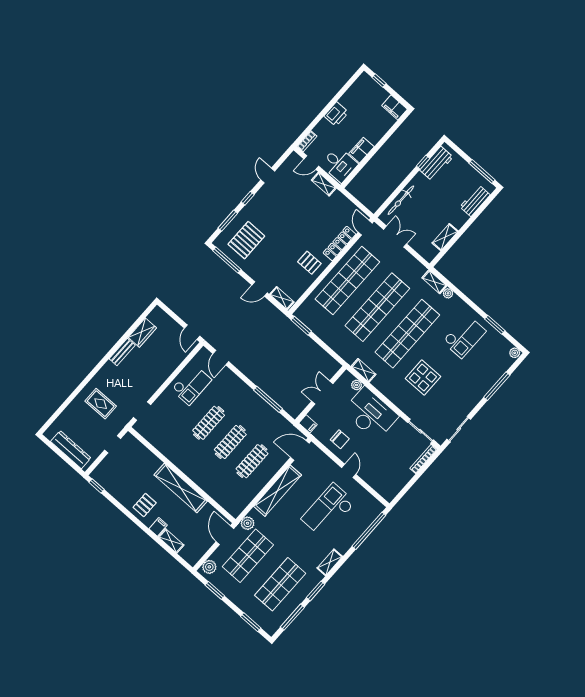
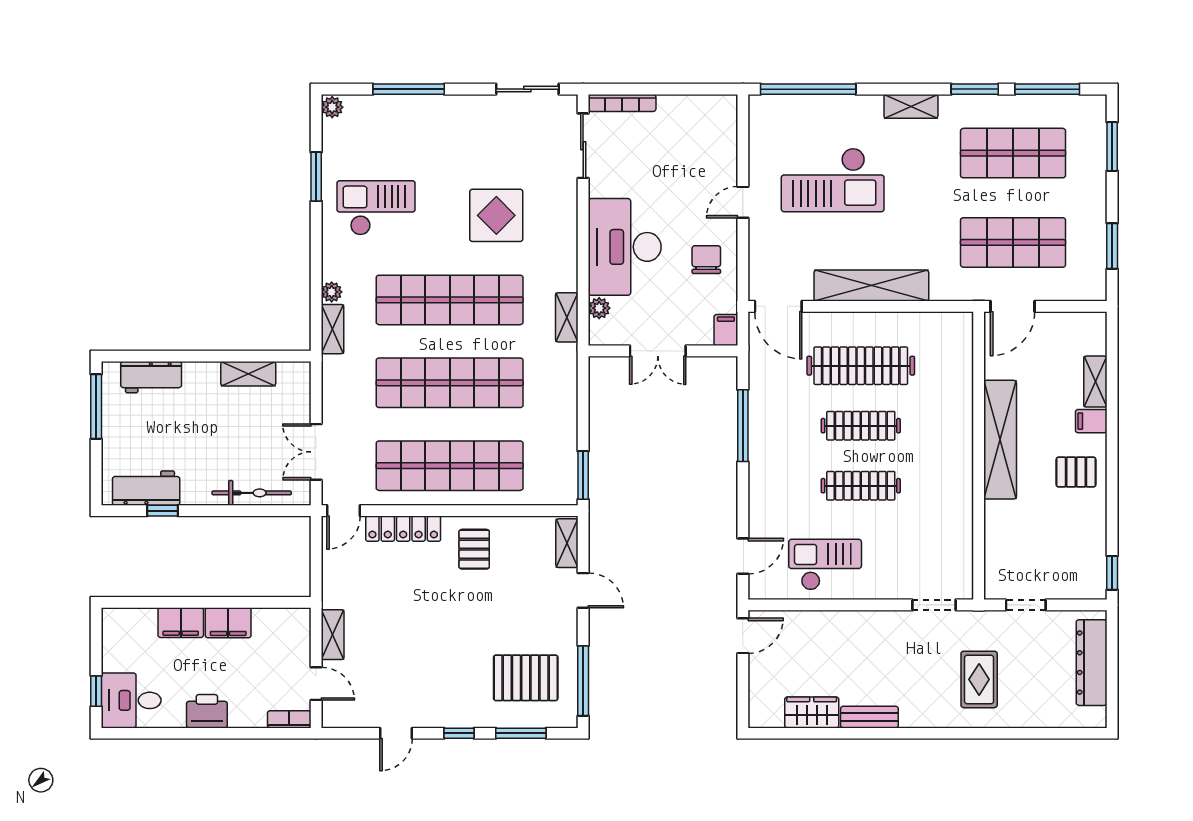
filing cabinet: (395, 107) -> (181, 623), moved, turned 90
desk: (339, 164) -> (131, 700), moved, turned -90
clothes rail: (252, 461) -> (861, 366), width x1.37, depth x1.31
plant: (248, 523) -> (963, 287), removed
plant: (209, 567) -> (1083, 287), removed

